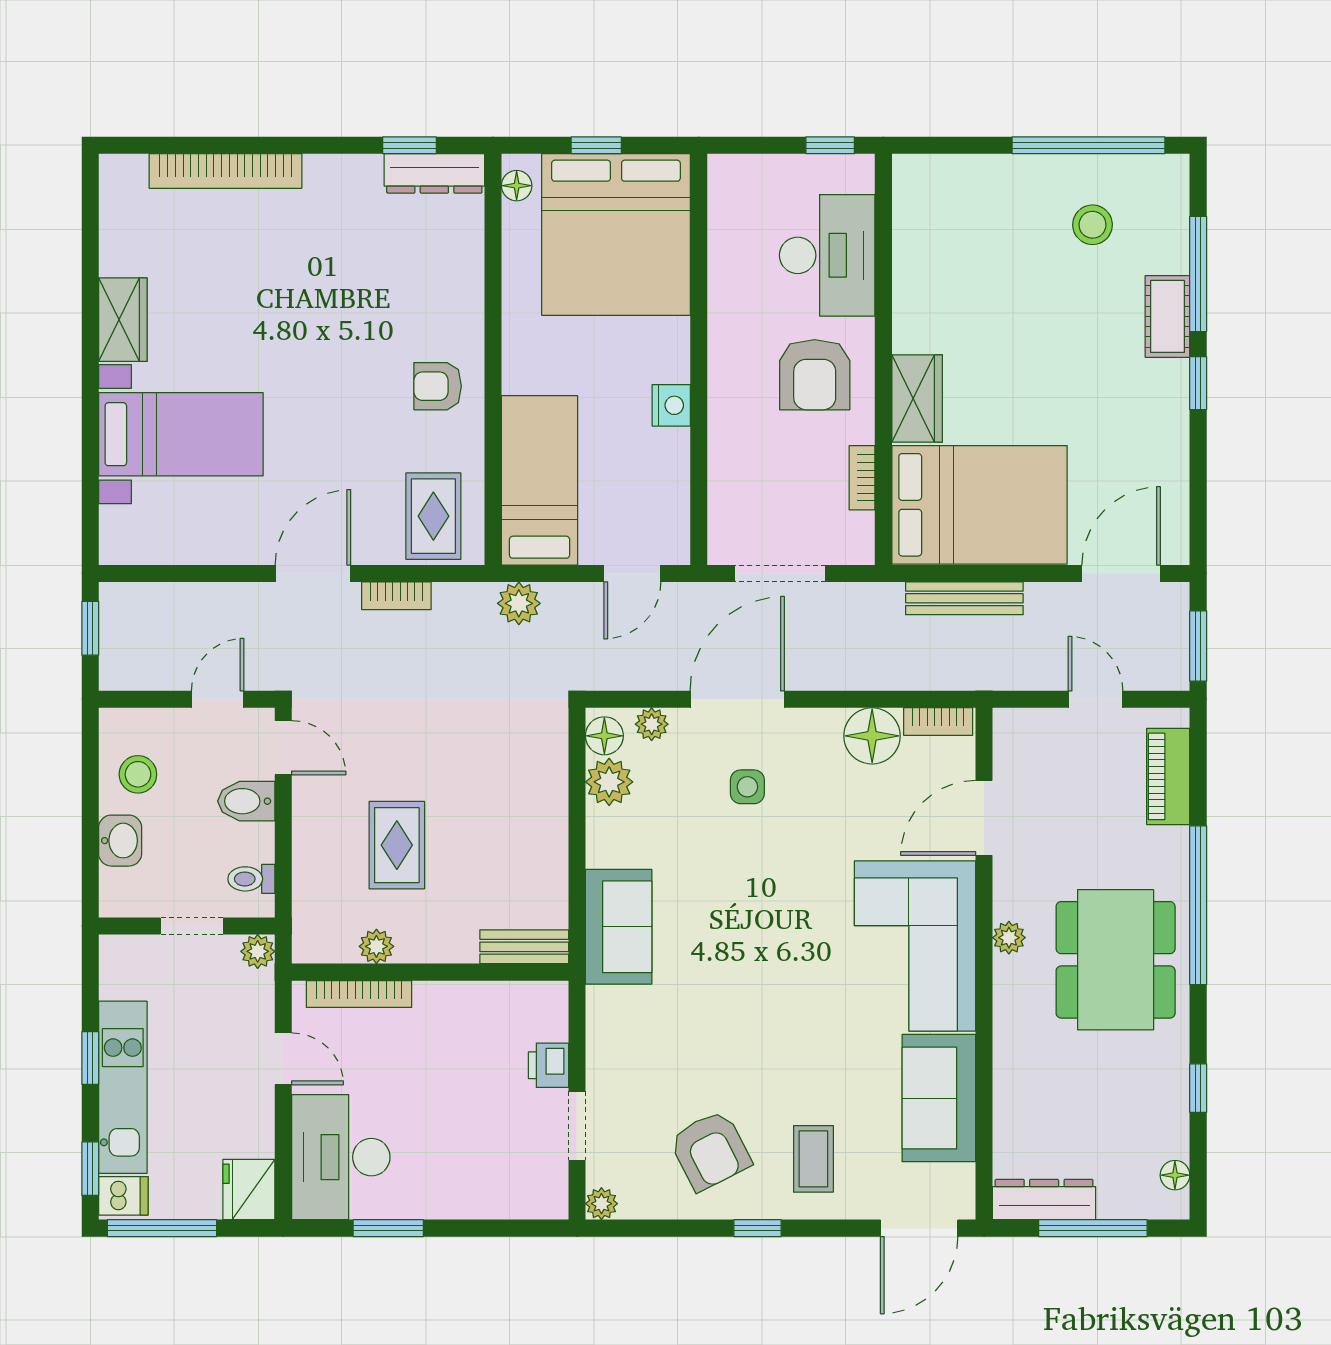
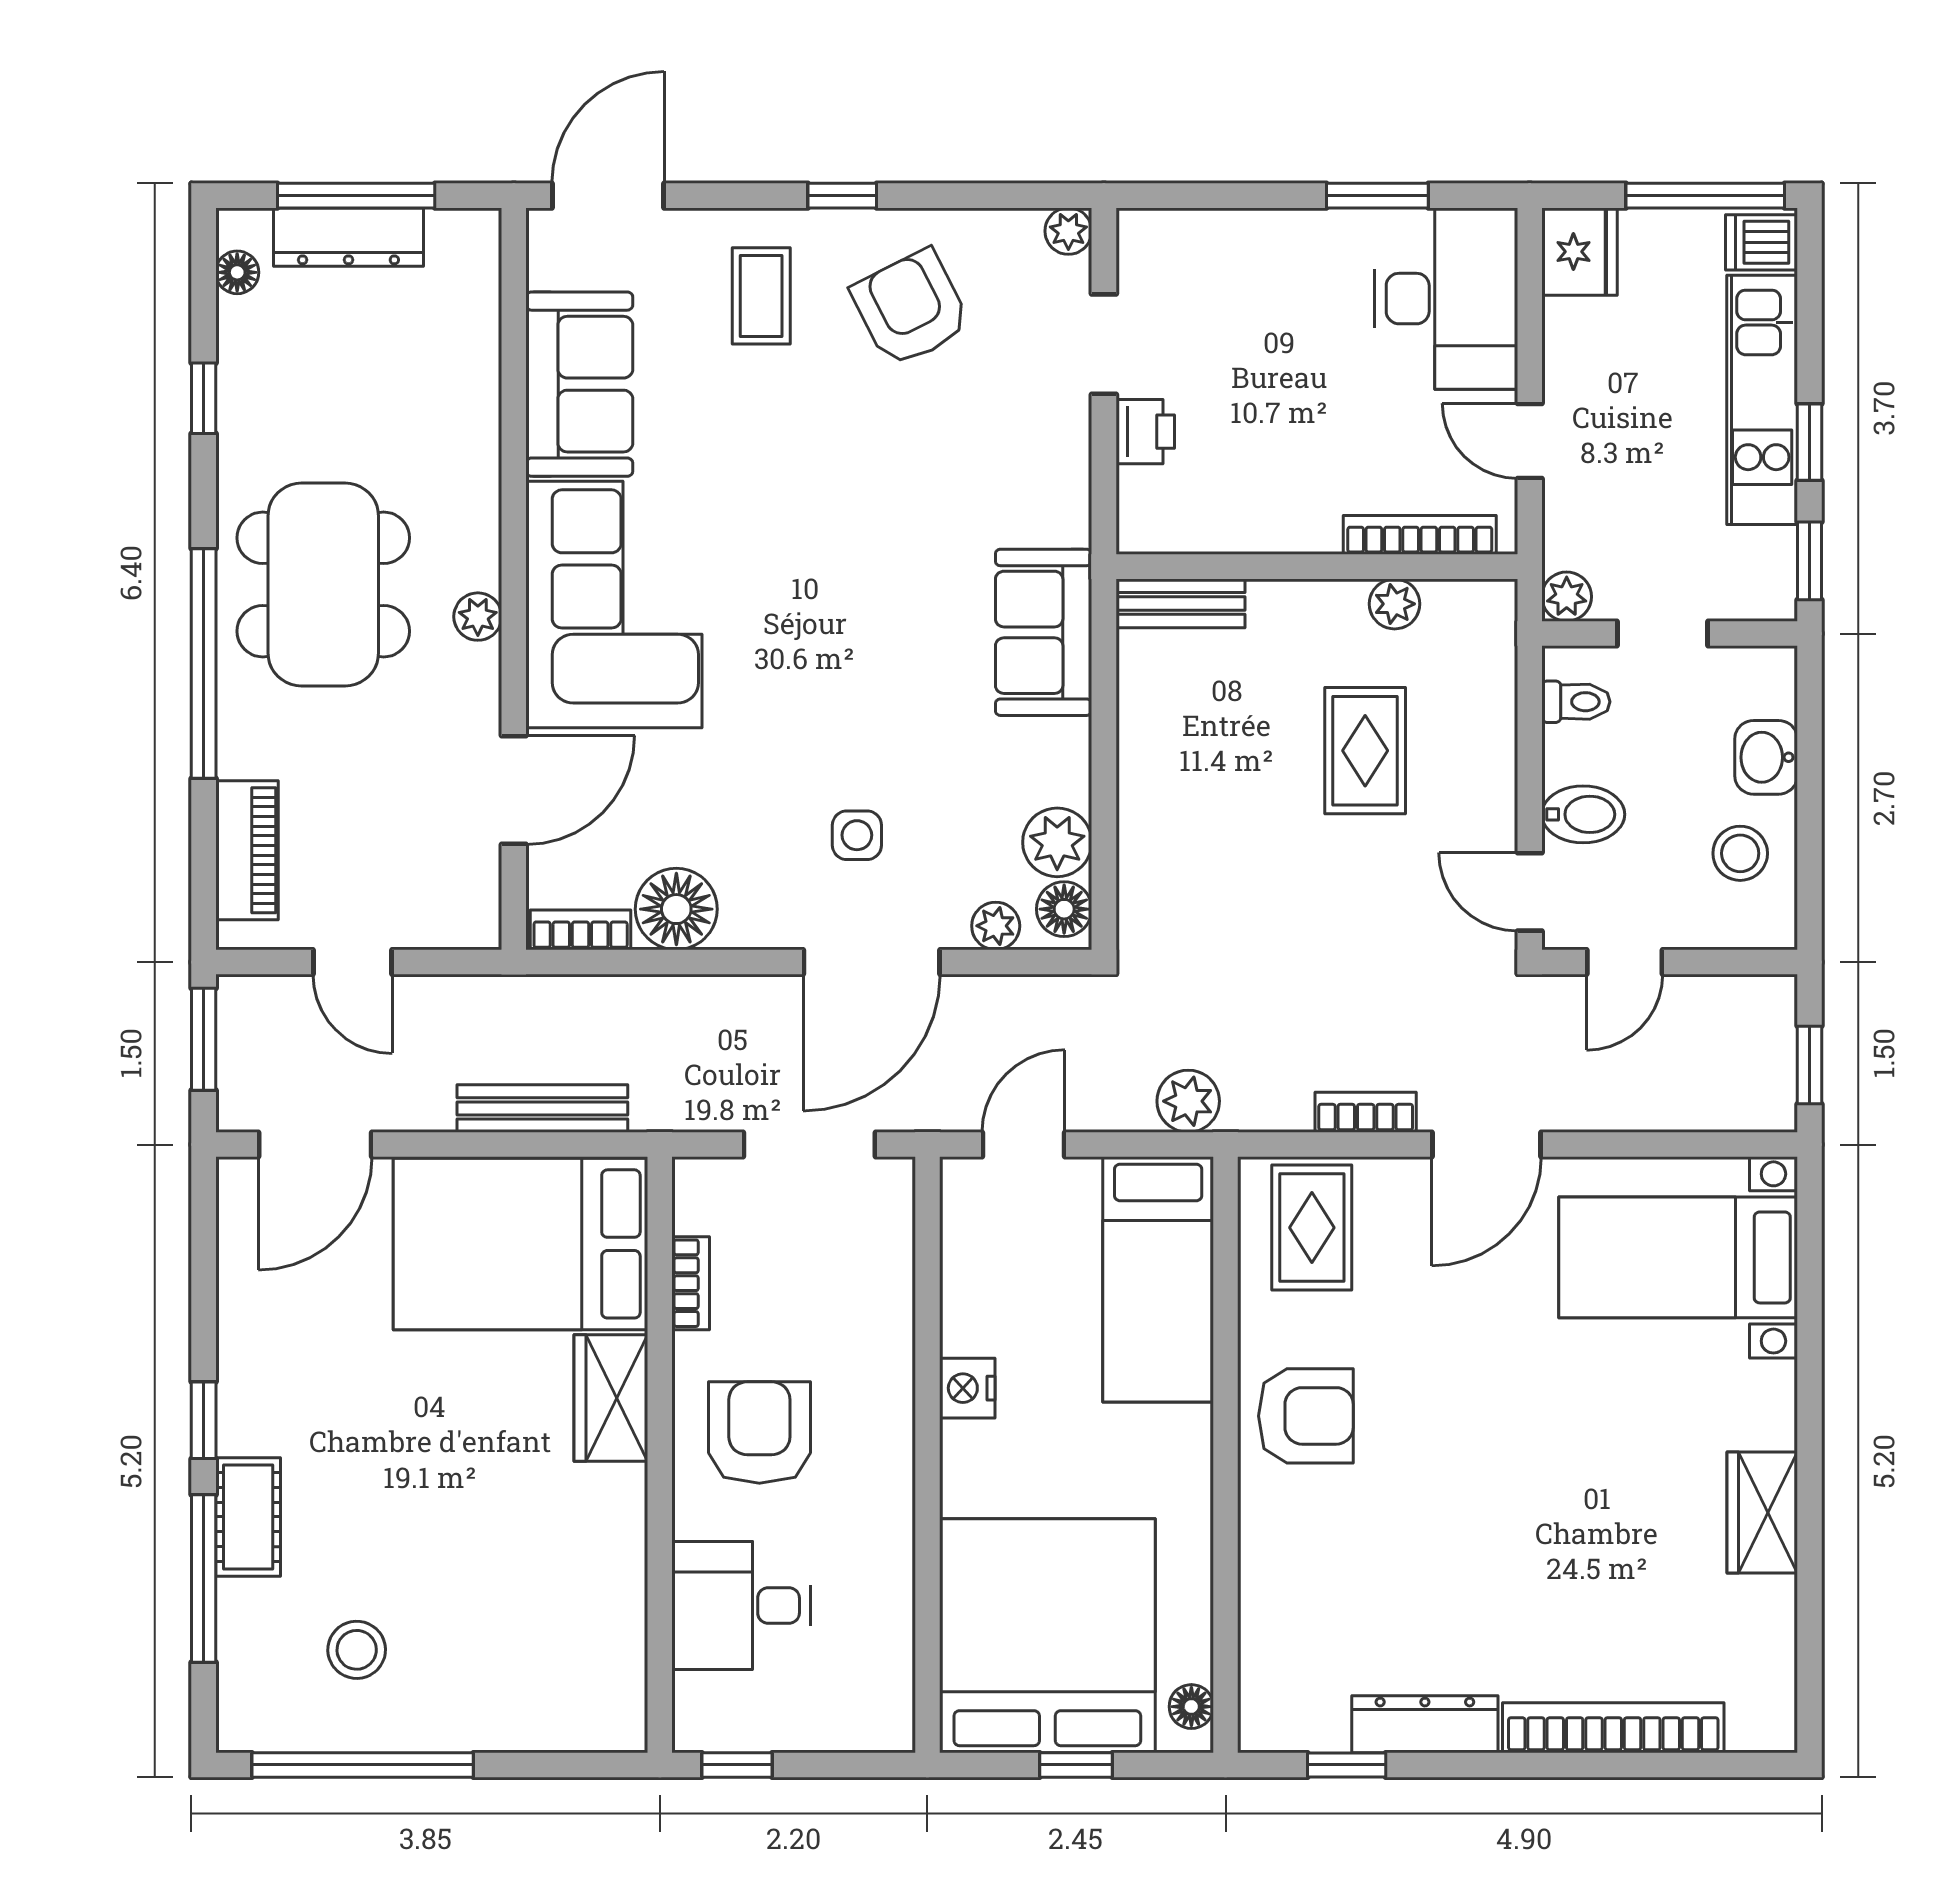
dresser: (434, 173) -> (1425, 1724), moved
desk: (827, 255) -> (741, 1606), width x0.73
armchair: (438, 386) -> (1306, 1416), width x1.38, depth x1.38
bed with nightstands: (181, 434) -> (1678, 1257), moved
window: (90, 1169) -> (1809, 561), moved
dresser: (1044, 1200) -> (348, 237), moved

